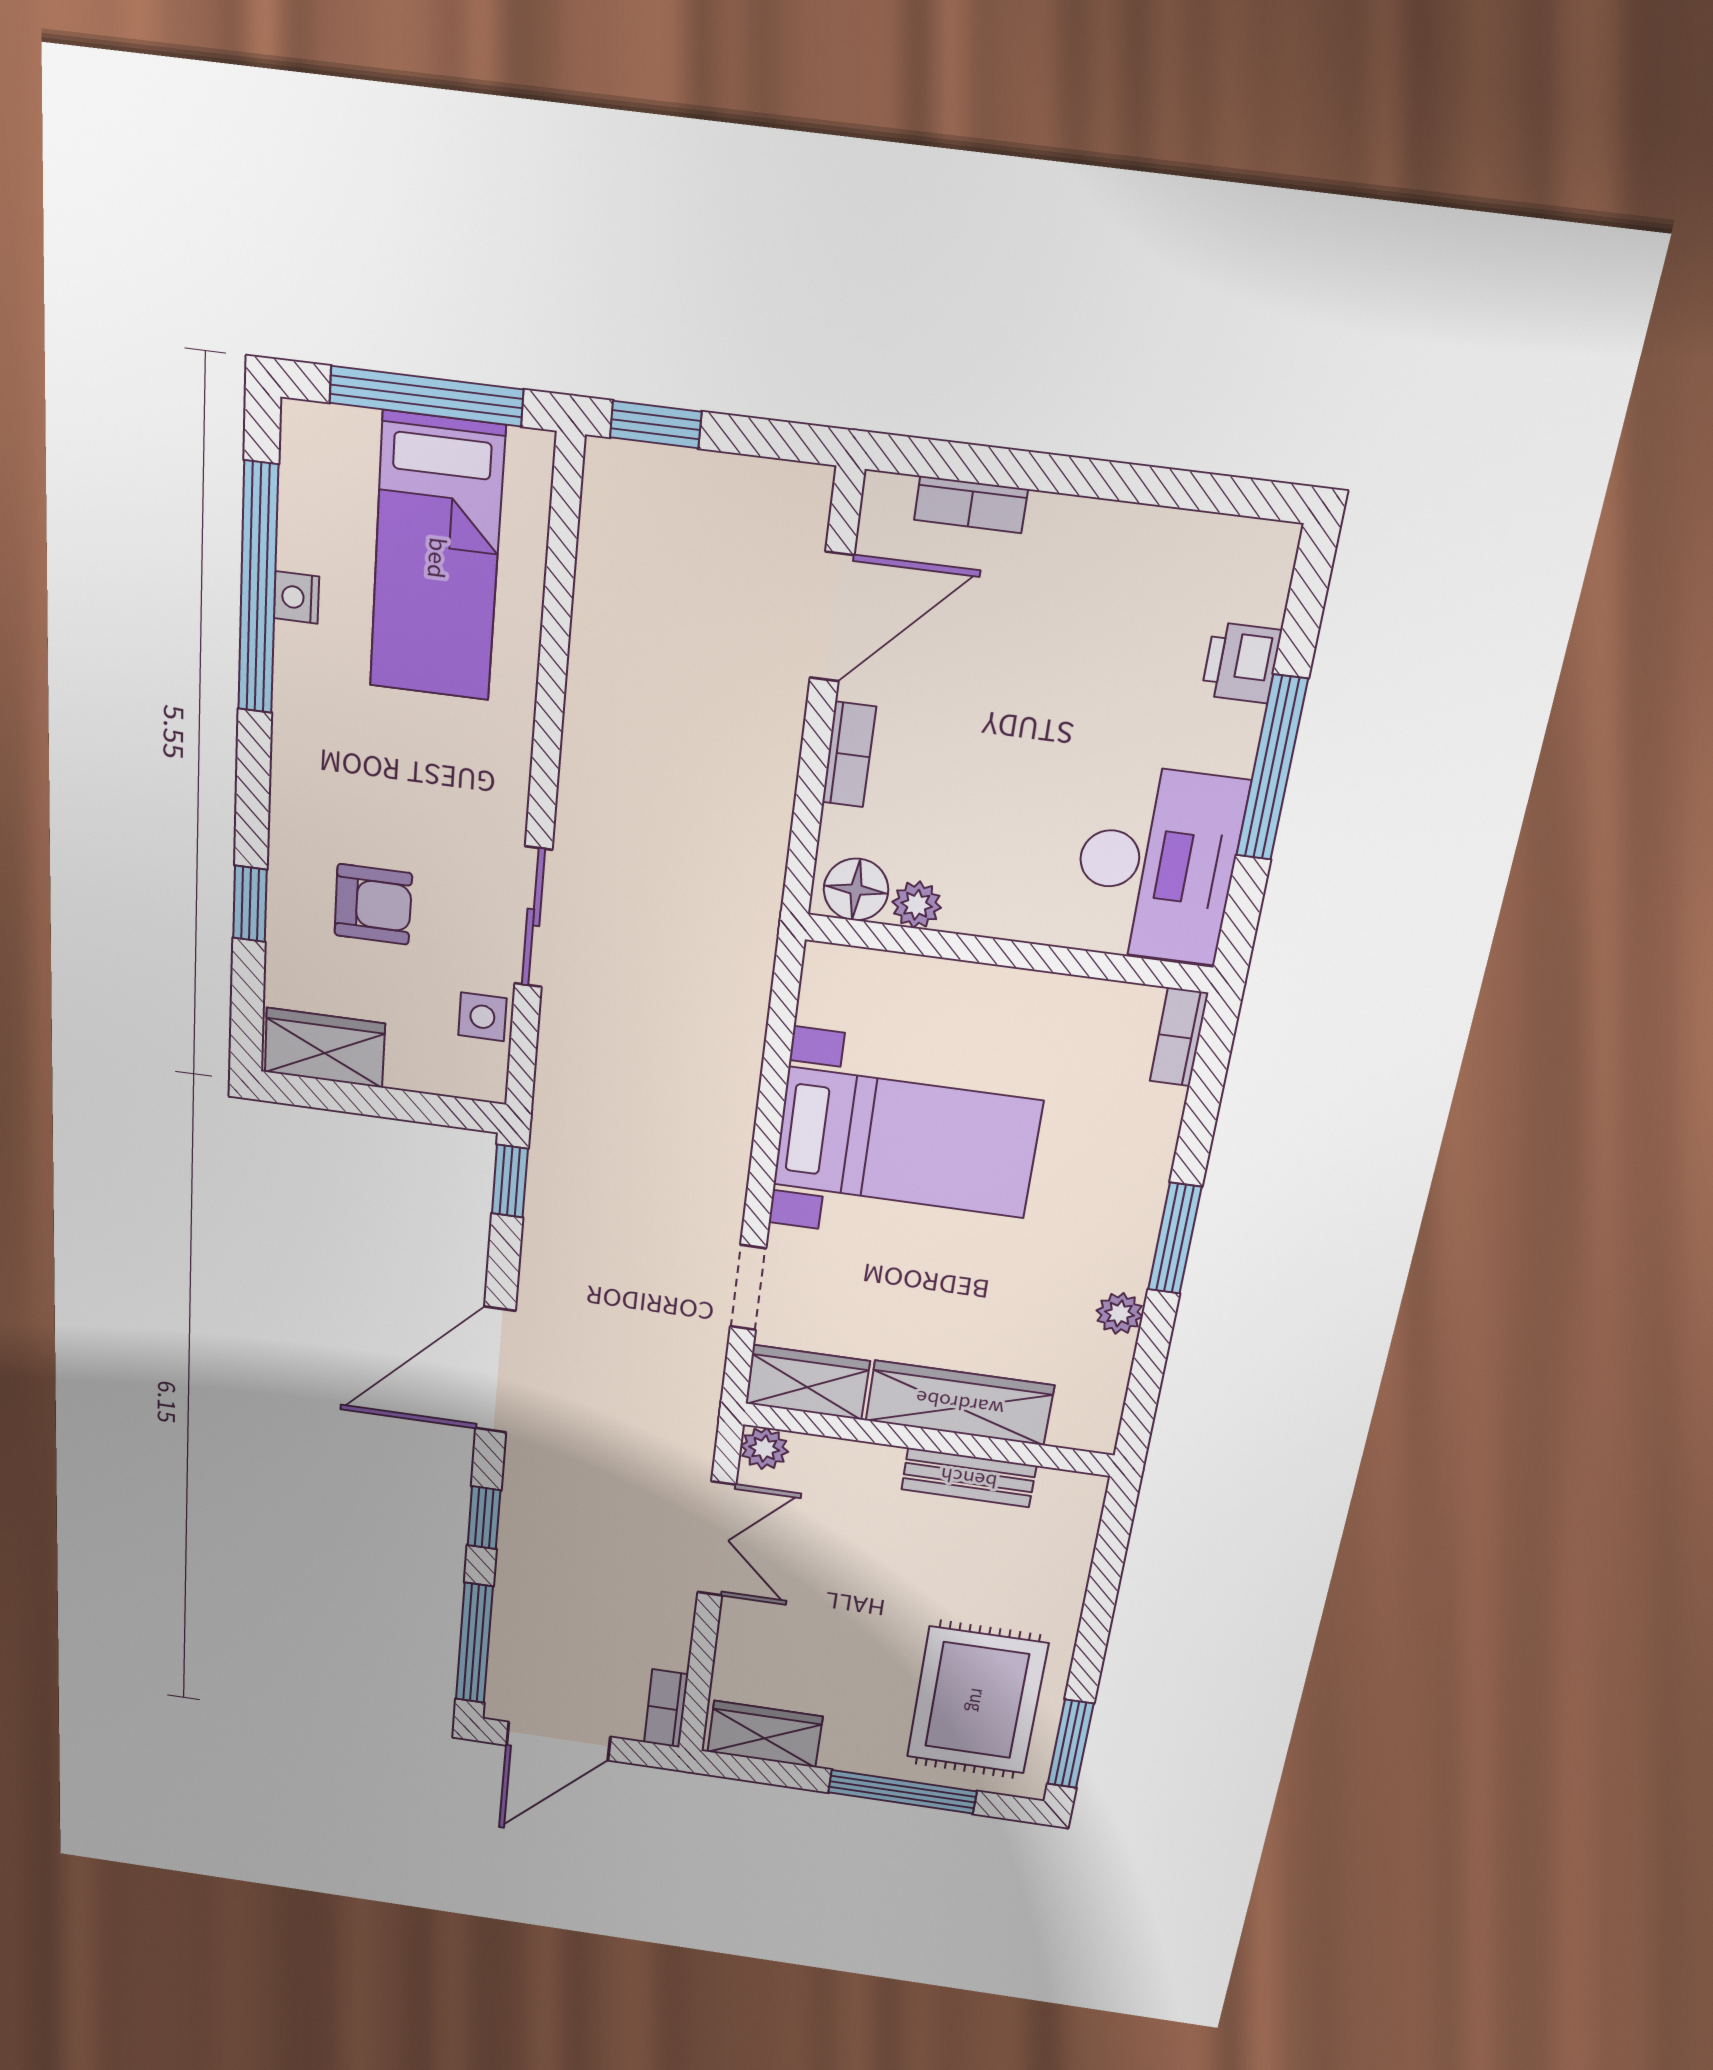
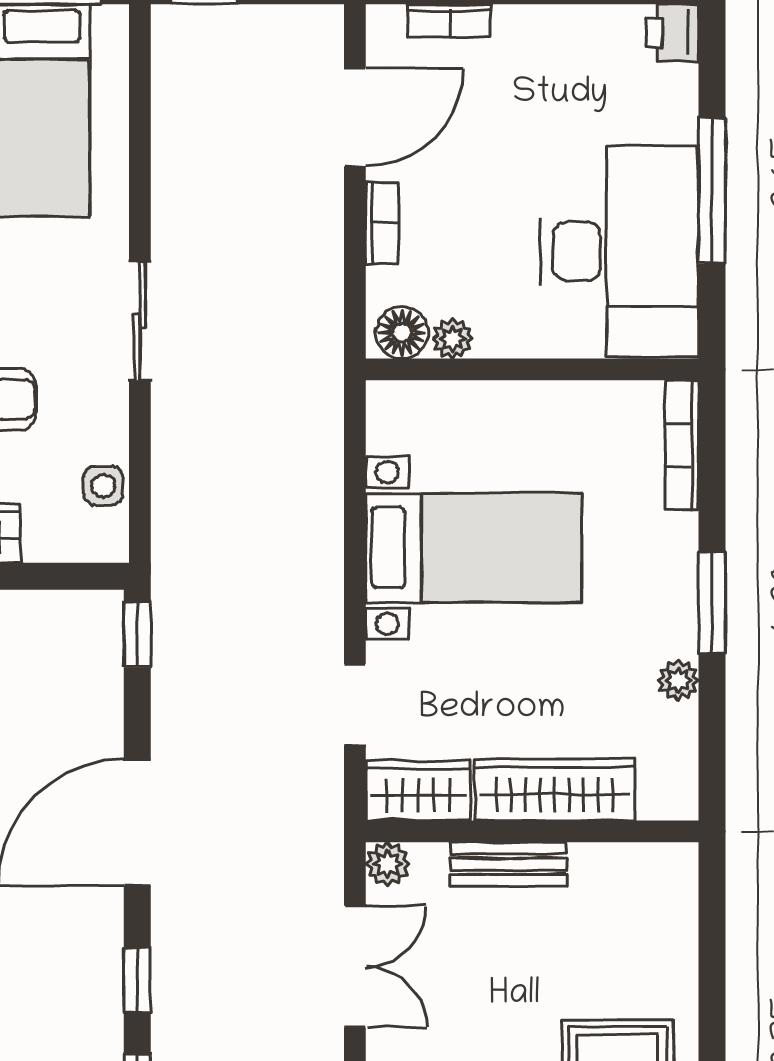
printer: (1241, 663) -> (673, 33), moved
desk: (1157, 864) -> (620, 251), width x1.36, depth x1.30
sliding door: (533, 917) -> (140, 321), moved
bookcase: (1179, 1037) -> (682, 445), width x1.56
bench: (969, 1478) -> (509, 864), moved

